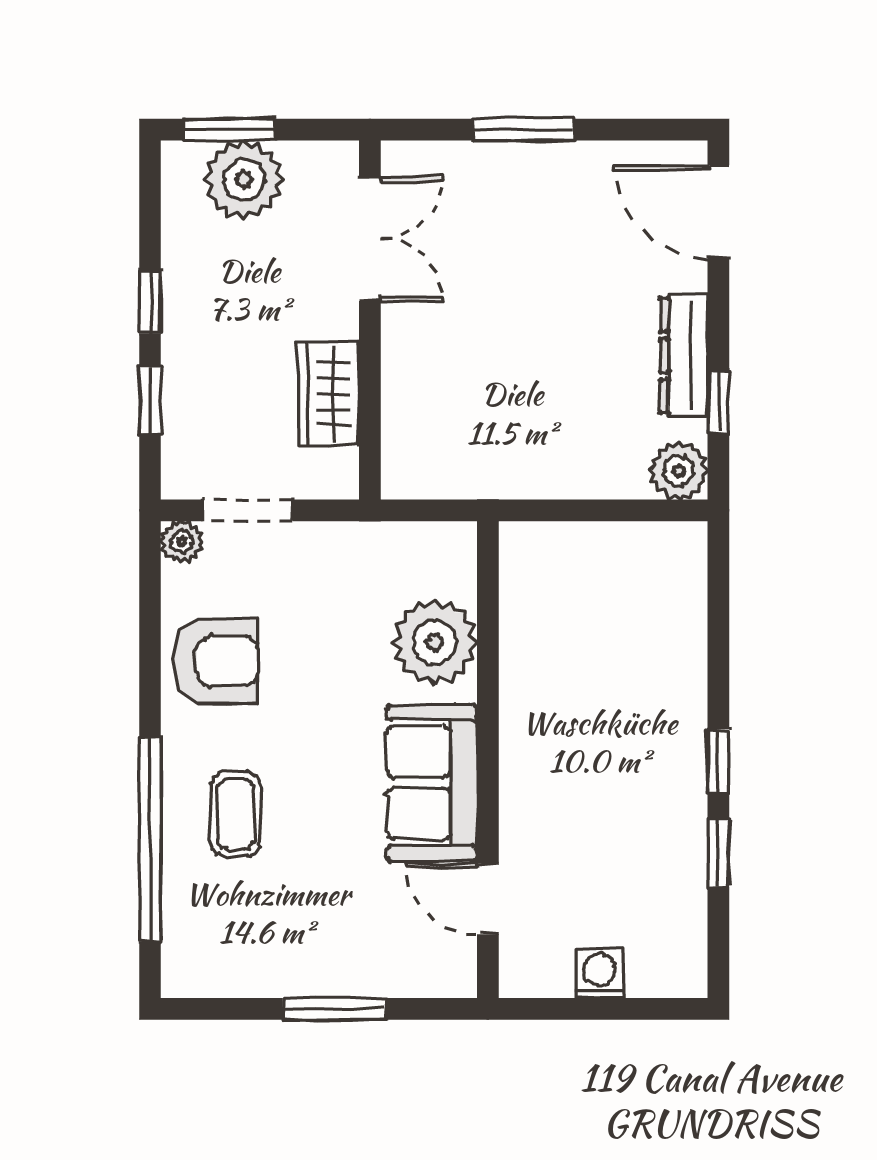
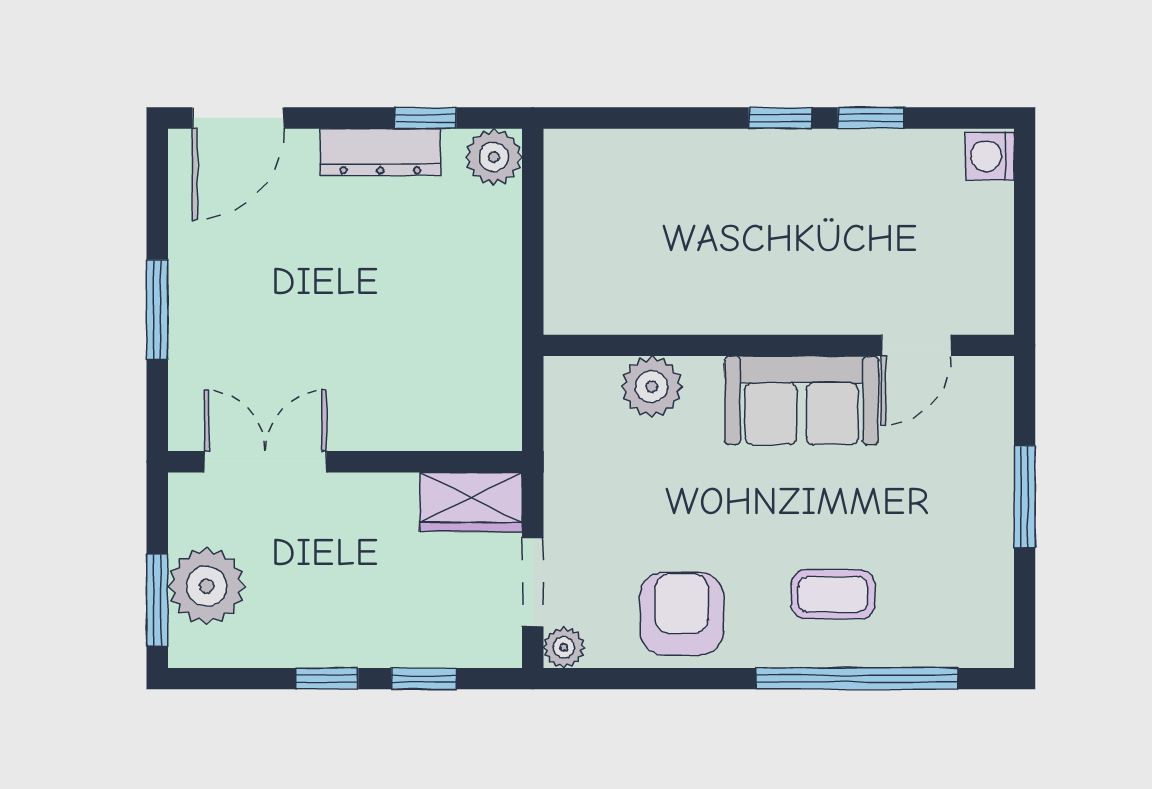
wardrobe: (329, 394) -> (471, 502), moved
plant: (435, 642) -> (652, 387), width x0.73, depth x0.73
washing machine: (599, 974) -> (990, 156), moved

